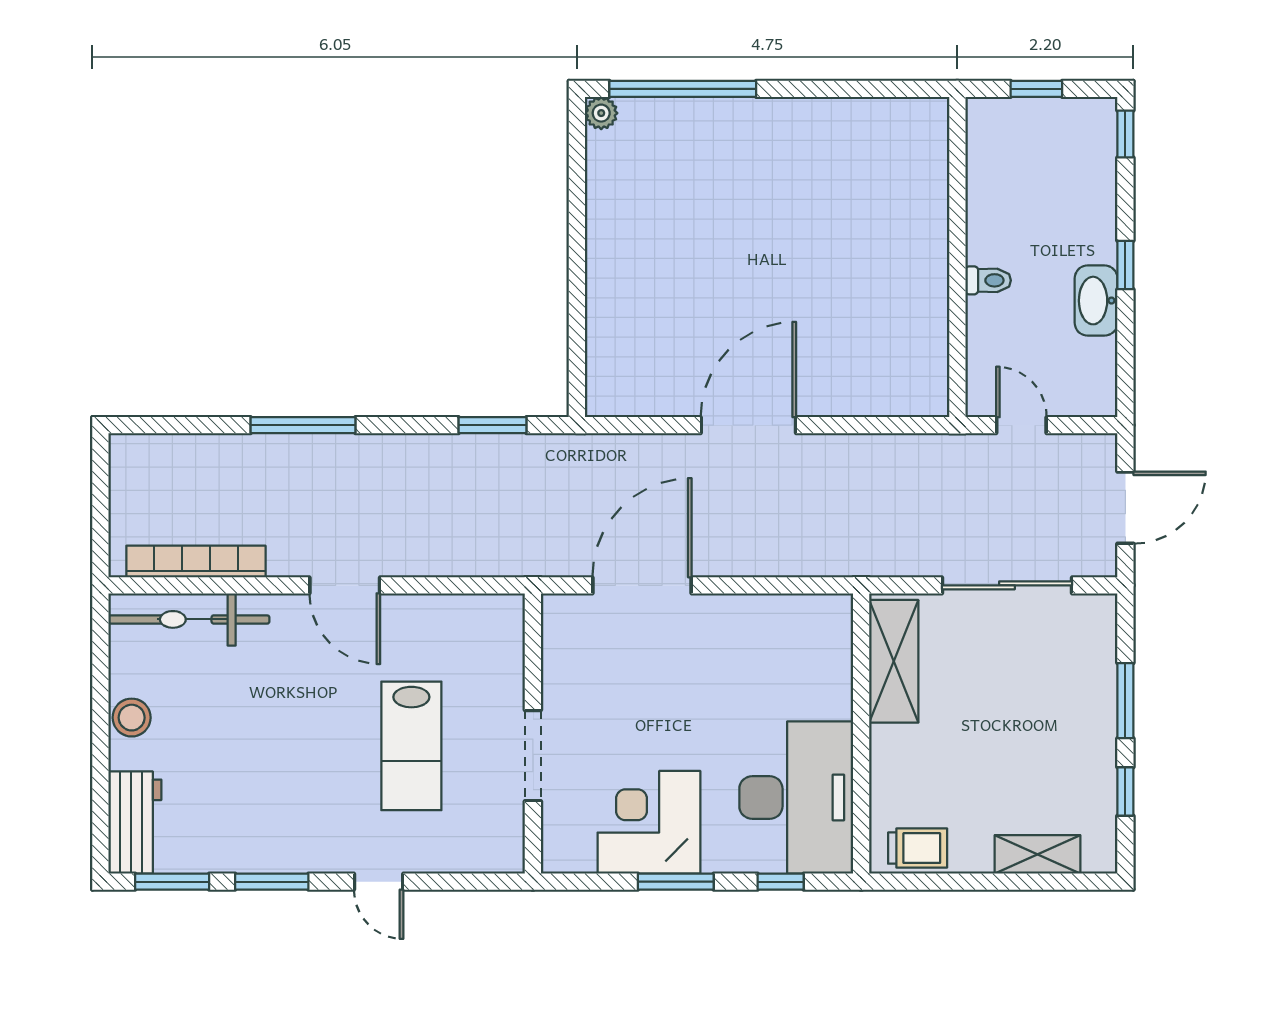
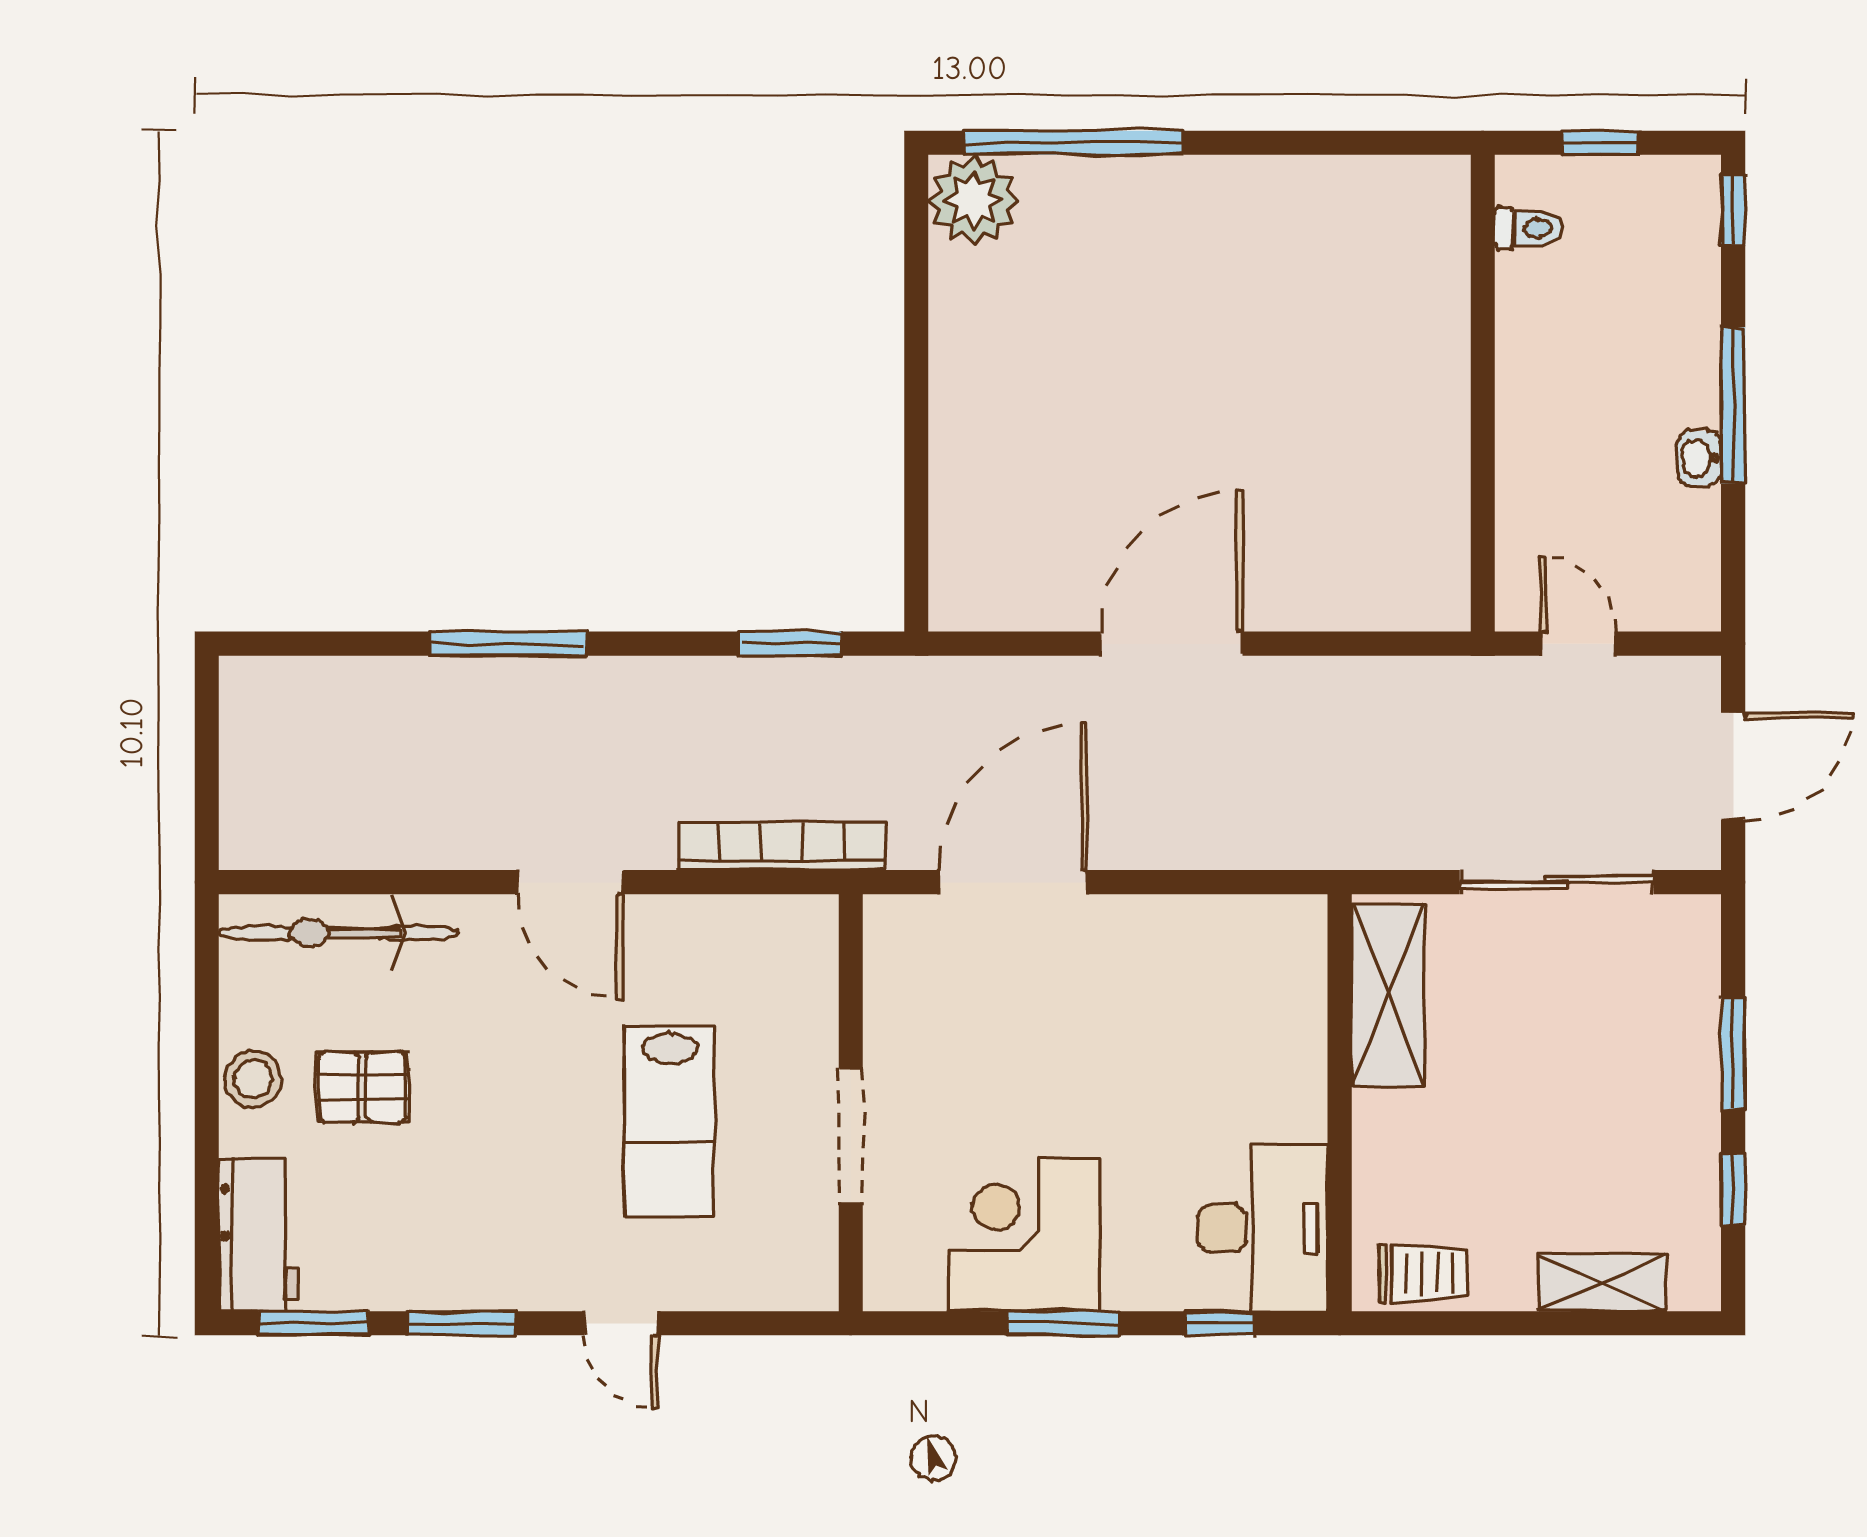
plant: (601, 113) -> (974, 200), width x1.87, depth x1.87
window: (1125, 265) -> (1733, 405), width x2.17
toilet: (988, 280) -> (1529, 228), moved
washbasin: (1096, 301) -> (1699, 458), width x0.52, depth x0.69
bookcase: (196, 561) -> (781, 847), moved
pallet: (205, 723) -> (362, 1087), added
desk: (796, 798) -> (1262, 1228), width x0.73, depth x0.77

